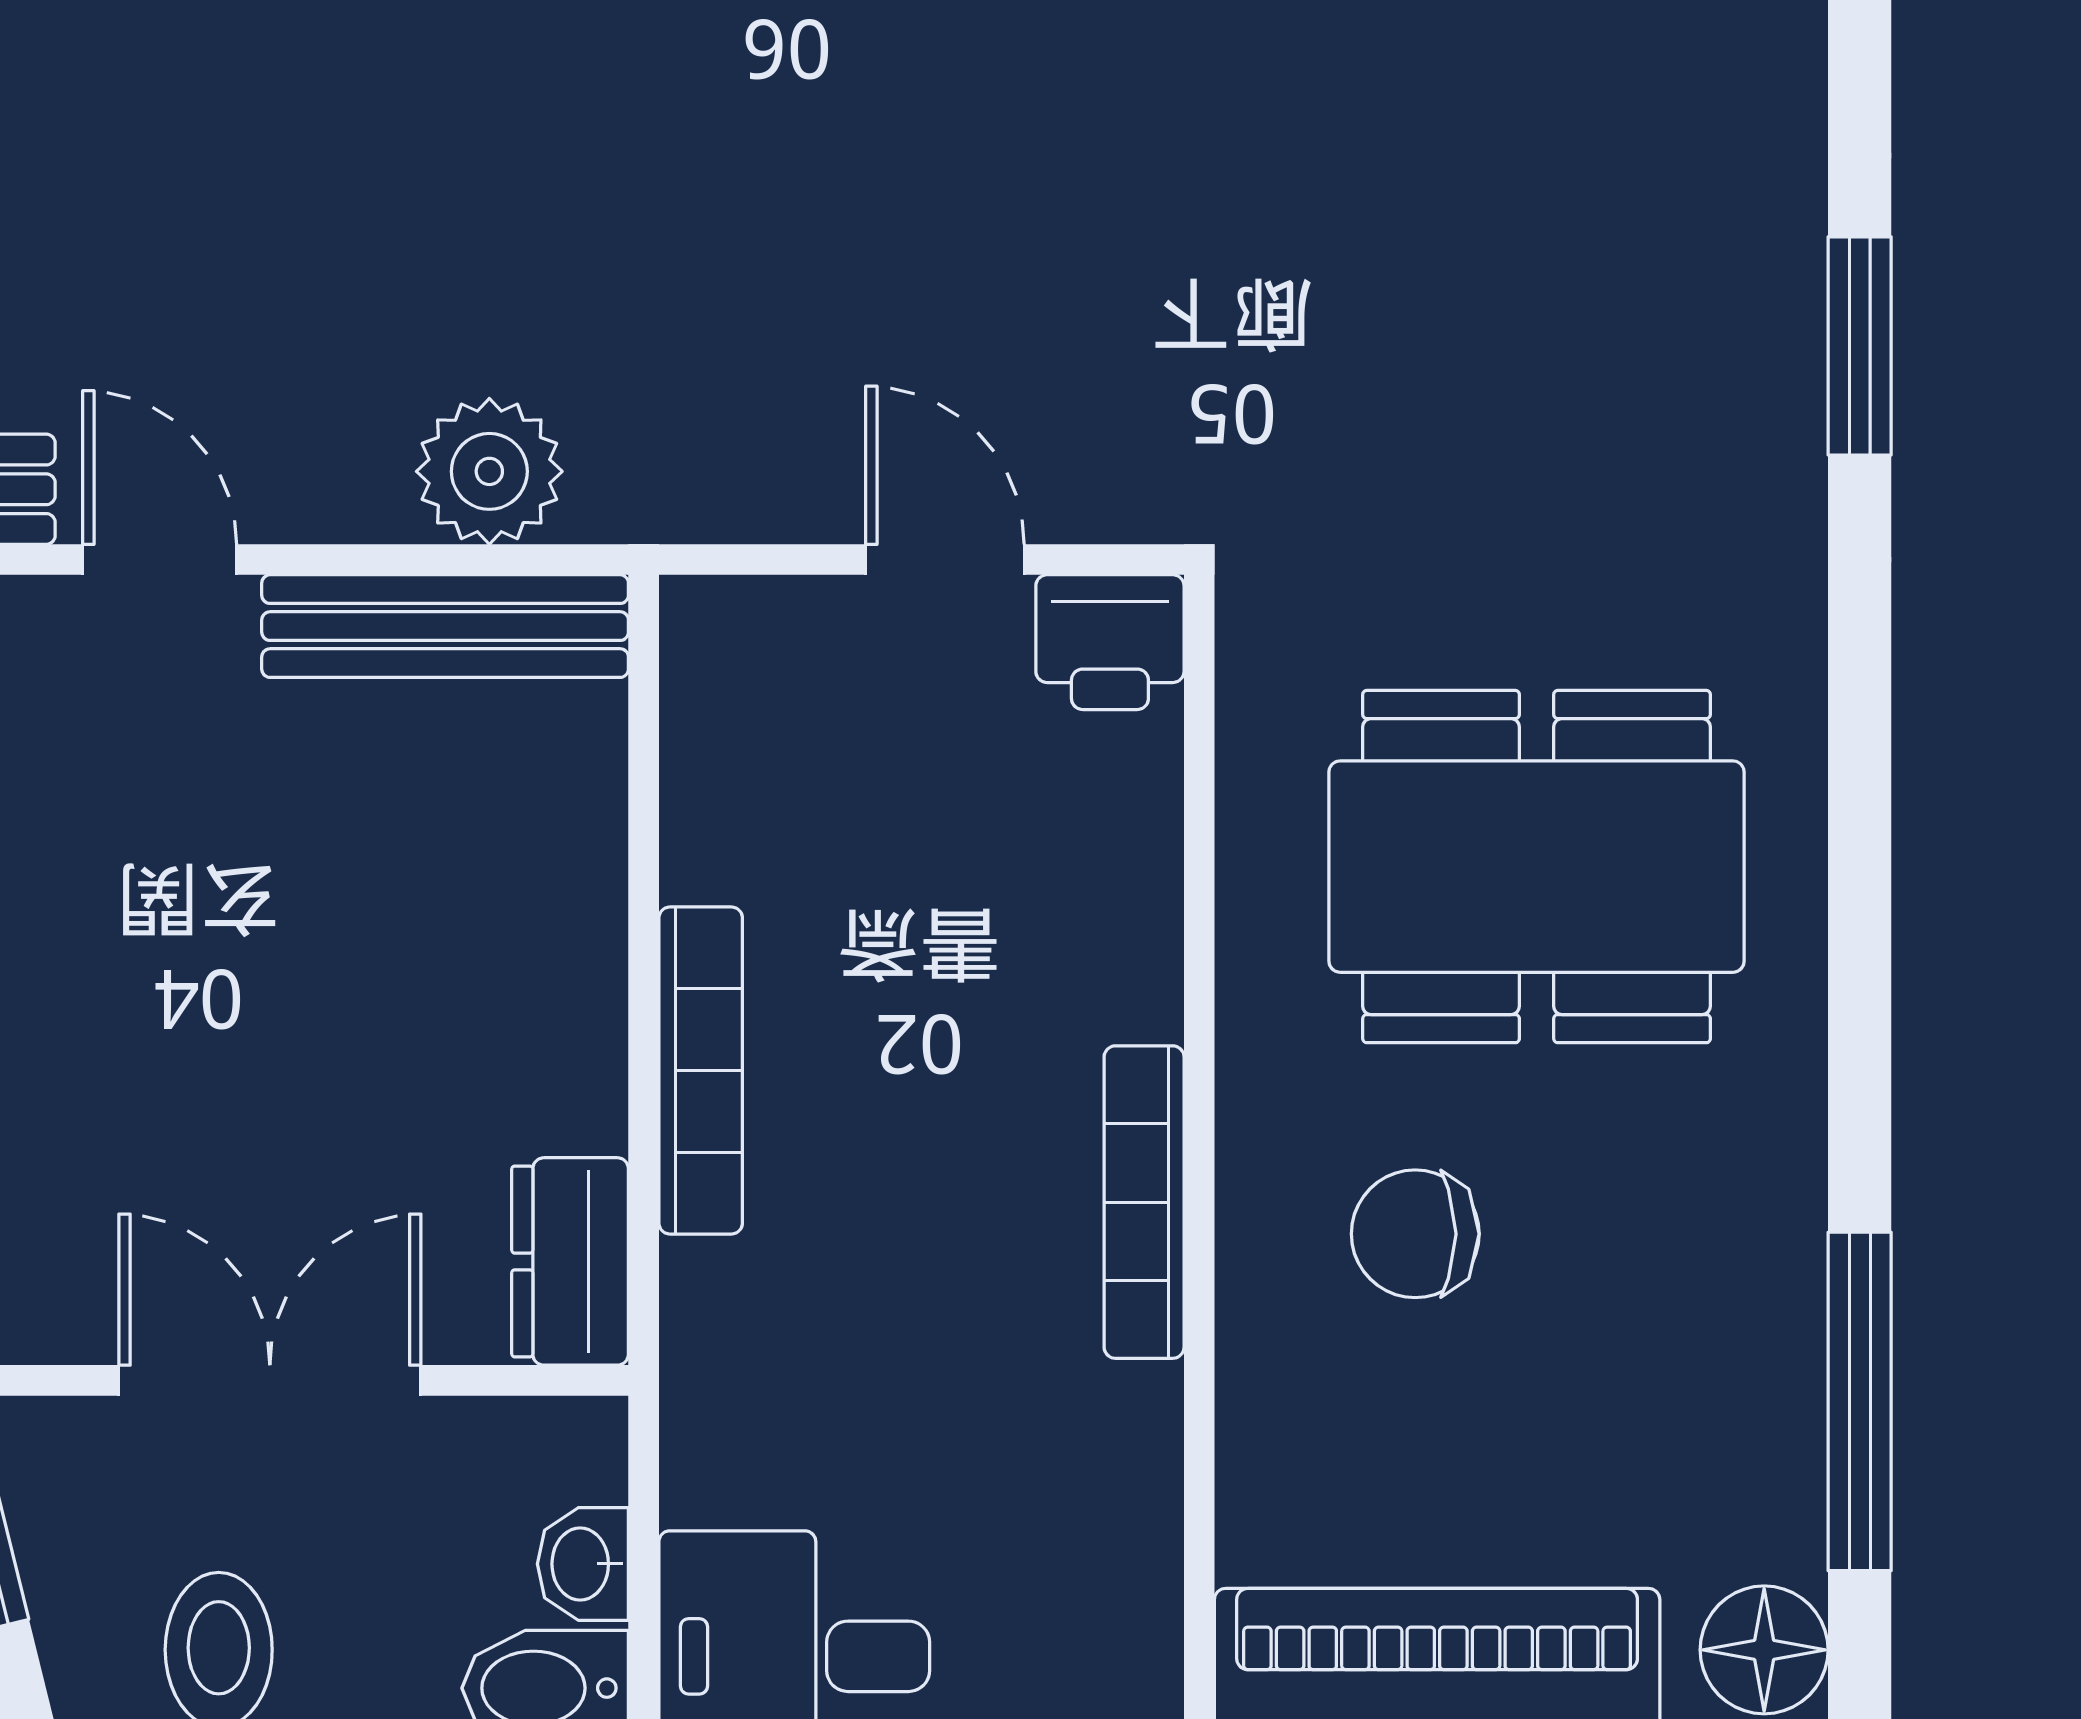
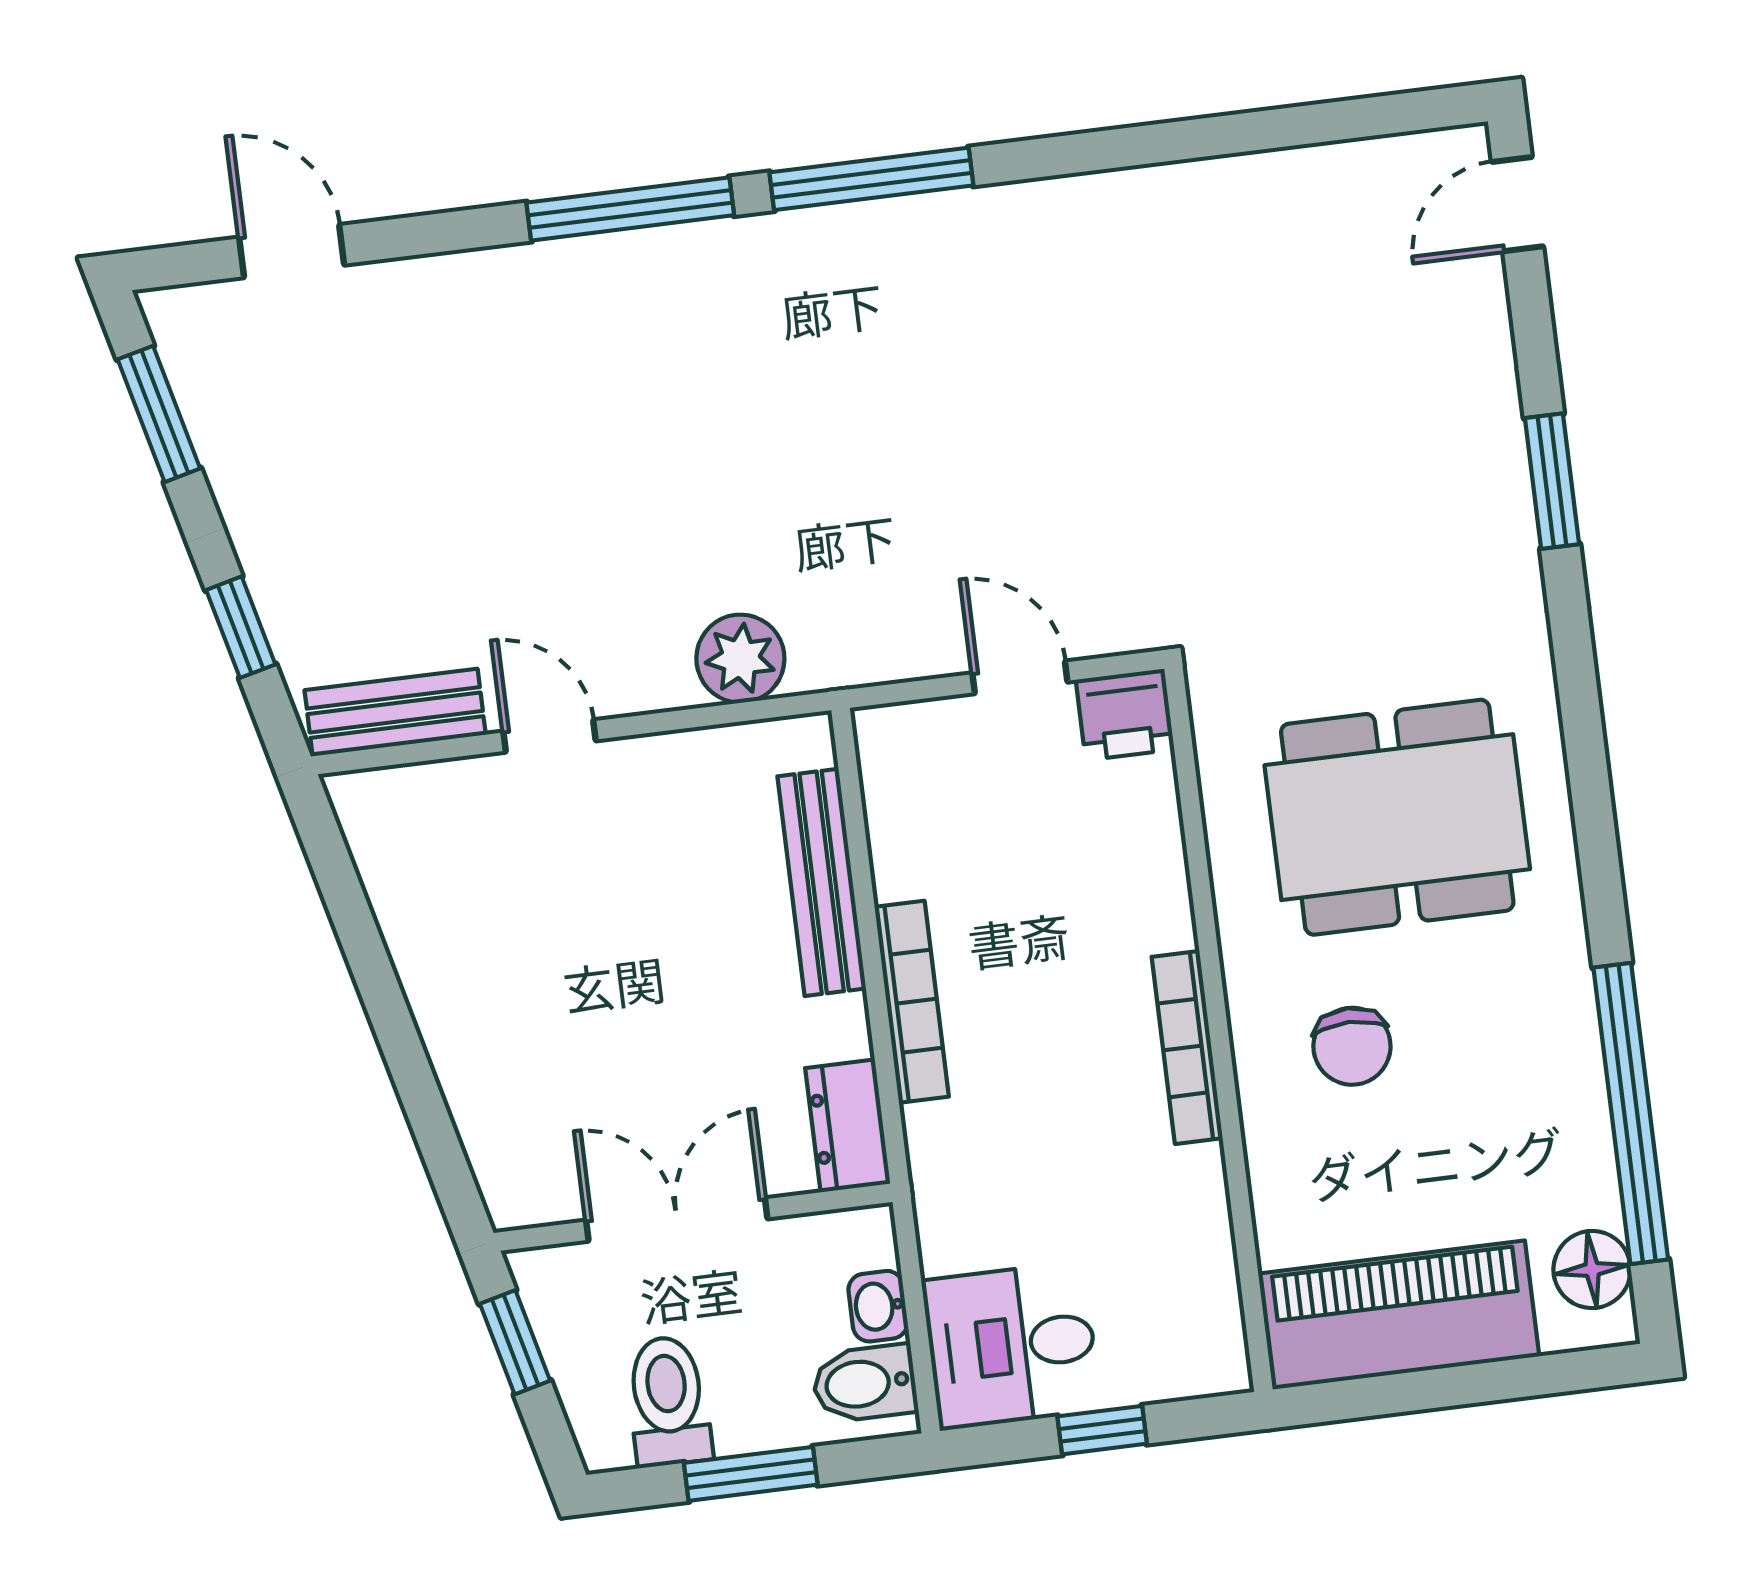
bench: (445, 626) -> (822, 882), moved, turned 90
chair: (1415, 1234) -> (1352, 1046), turned -90
window: (1860, 1401) -> (1631, 1113), width x1.46

